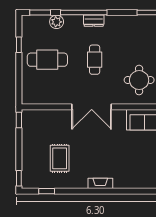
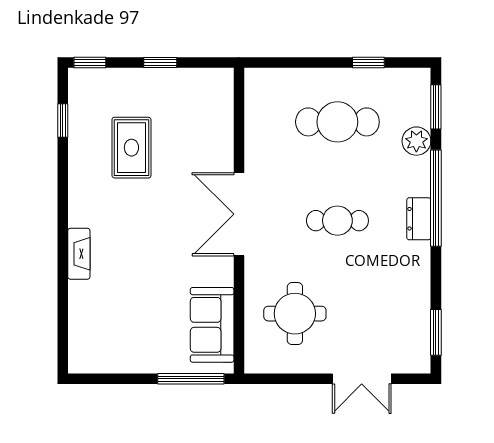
cafe table: (47, 60) -> (337, 122), turned 90
window: (19, 120) -> (160, 63), moved
rug: (60, 158) -> (131, 148), turned 90
fireplace: (100, 183) -> (79, 254), moved

